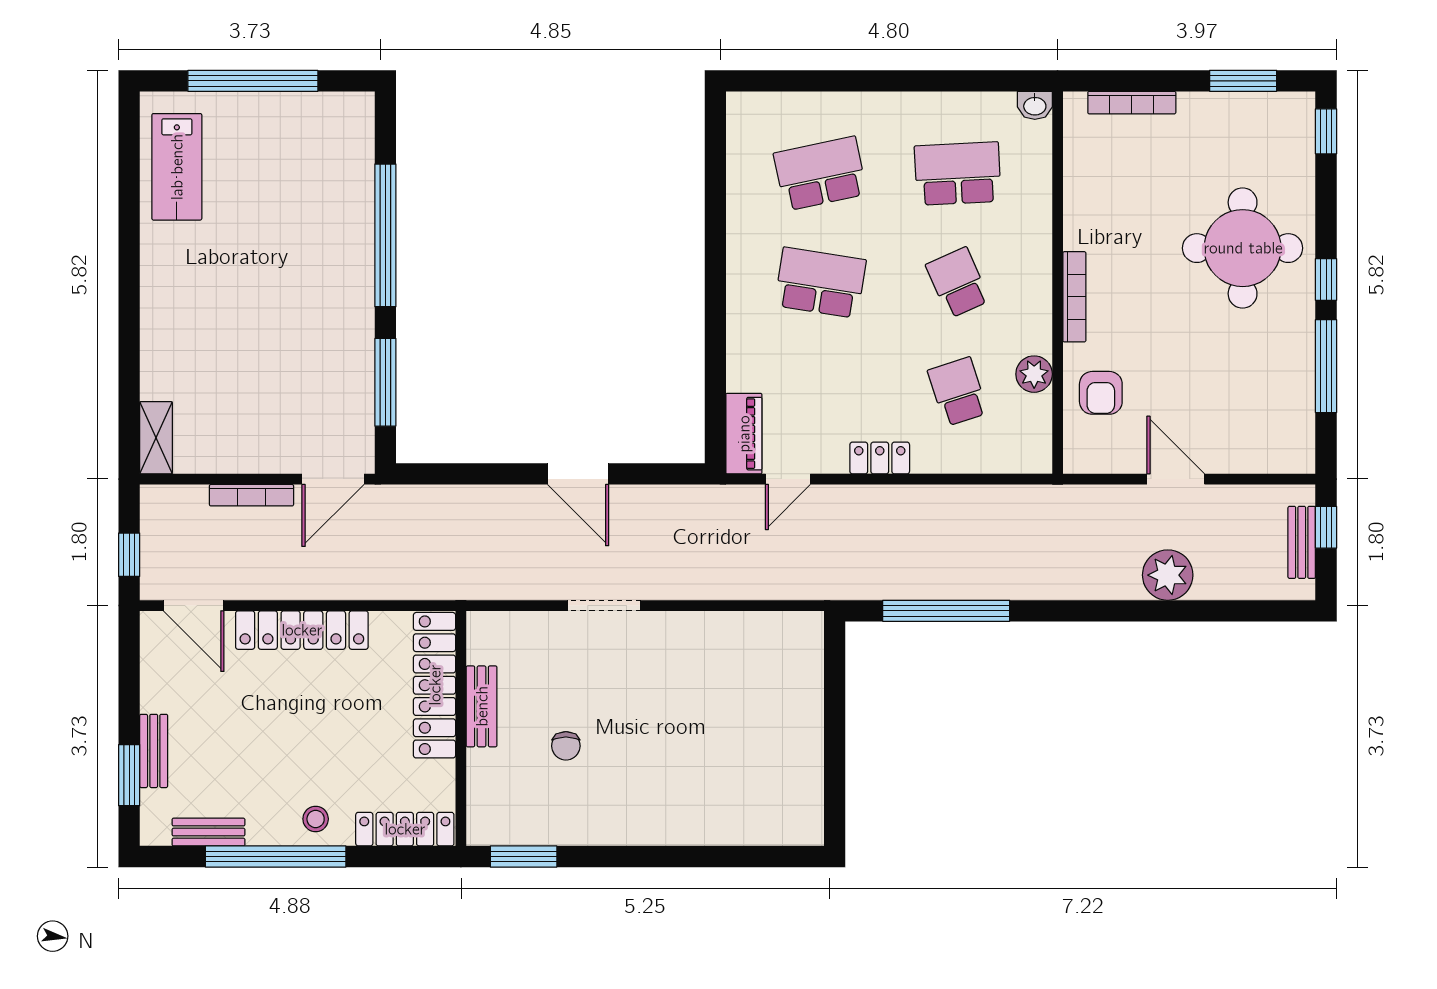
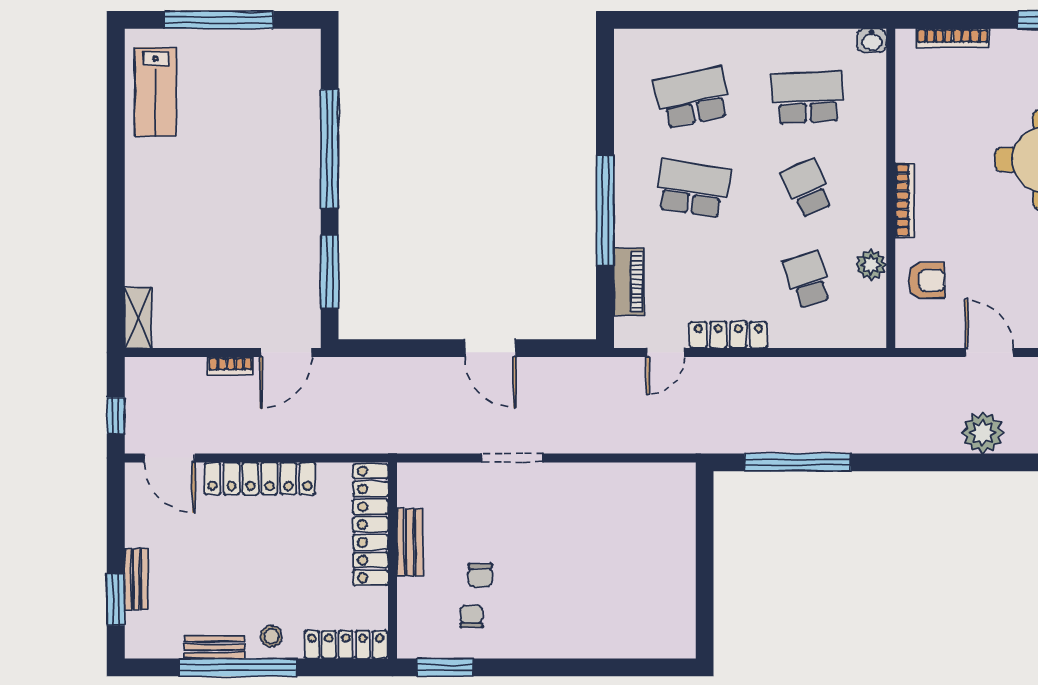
window: (715, 309) -> (605, 210), added
armchair: (1101, 393) -> (927, 280), turned -90
piano: (744, 434) -> (629, 282), moved
locker: (880, 458) -> (728, 335), width x1.53
bookcase: (251, 495) -> (230, 366), width x0.64
chair: (555, 796) -> (471, 617), added
bench: (208, 832) -> (214, 647), moved

